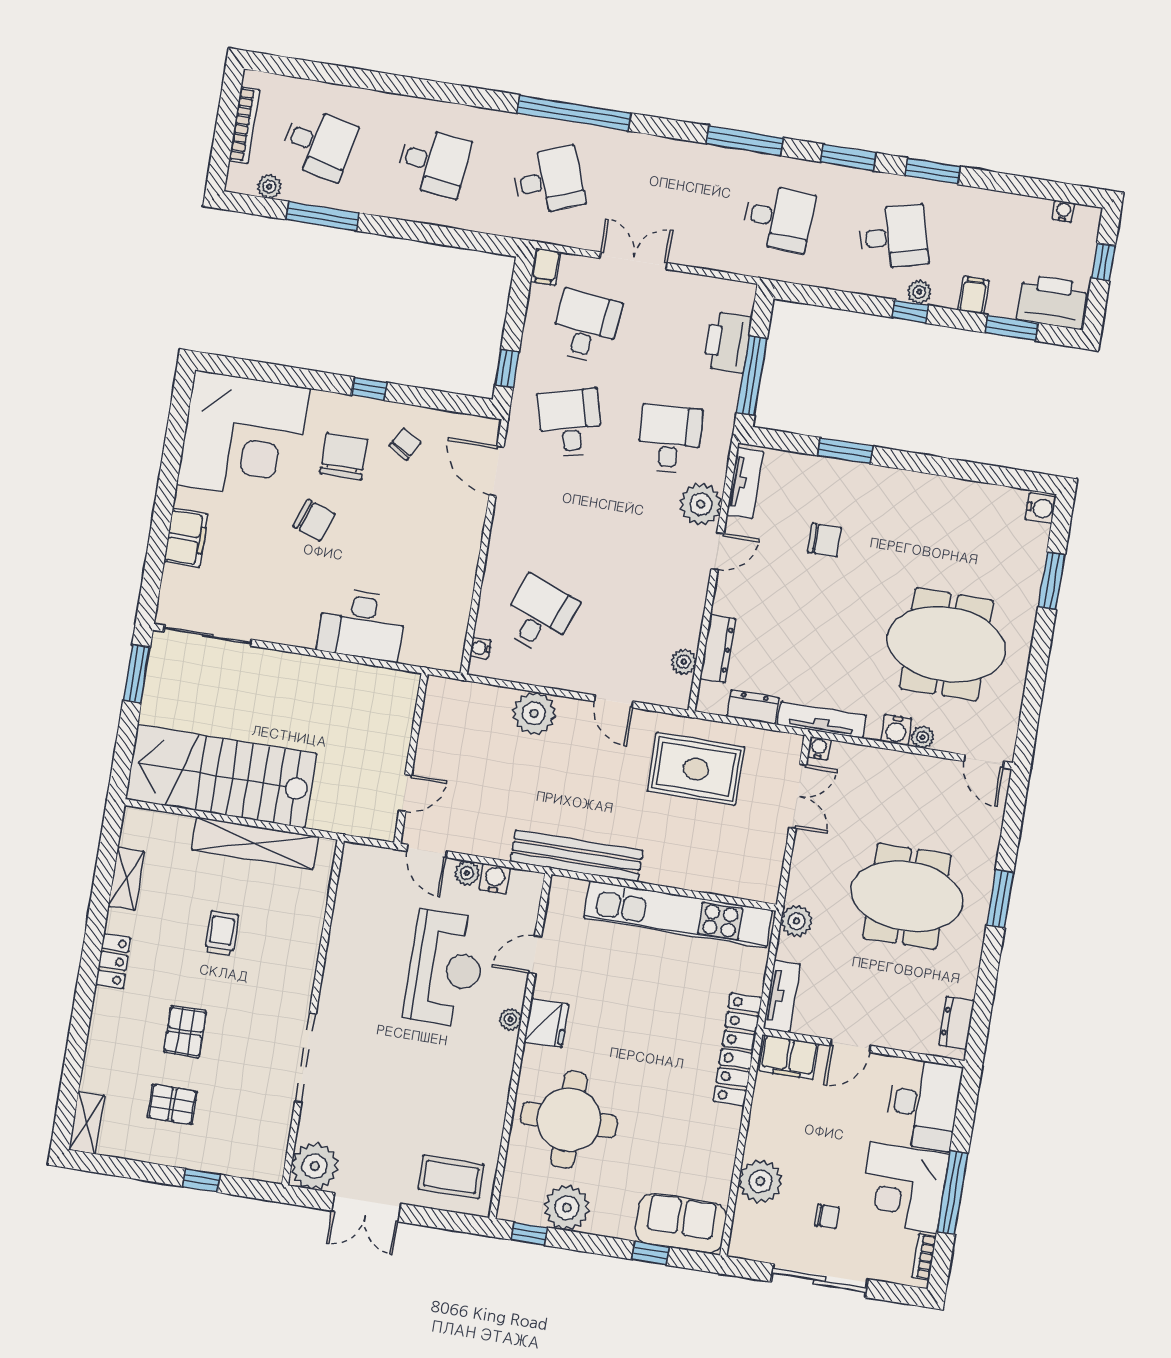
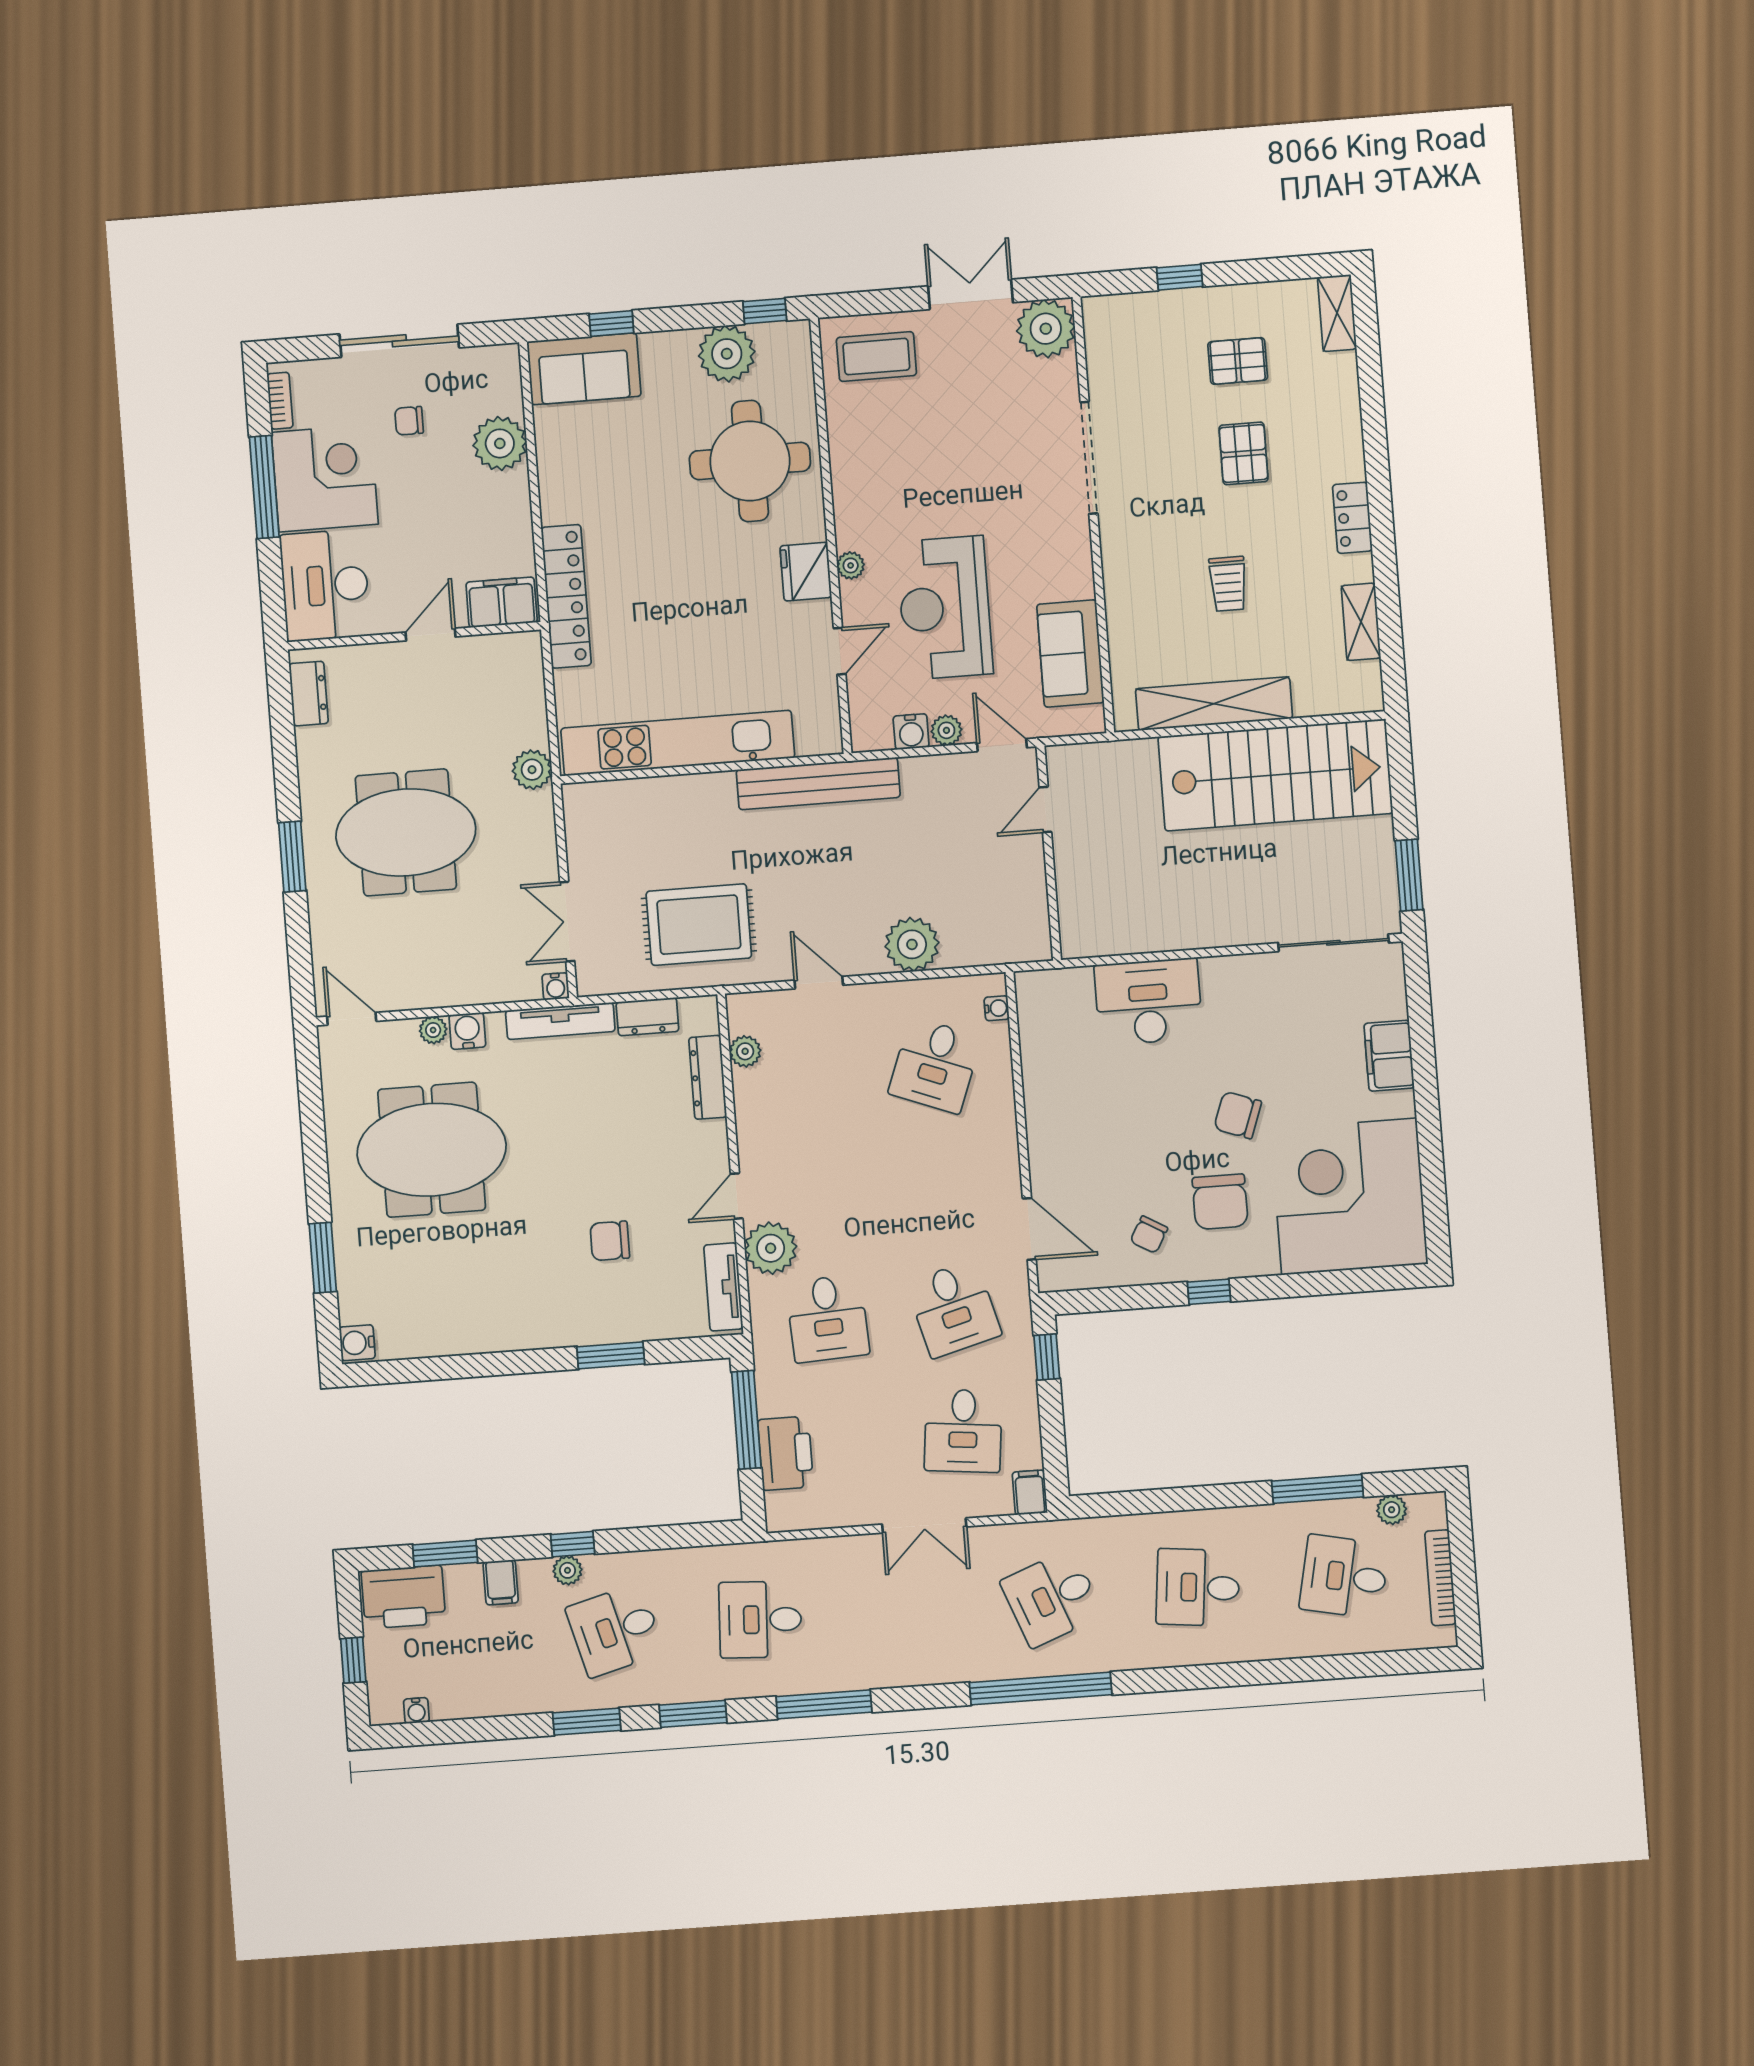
sofa: (357, 909) -> (1070, 653), added
tv unit: (782, 996) -> (528, 674), removed

